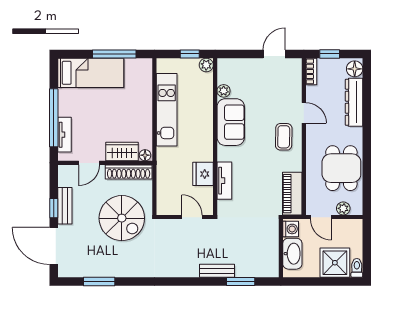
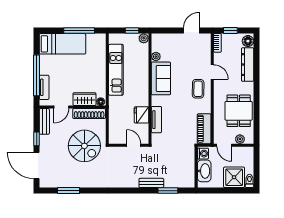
bench: (65, 206) -> (44, 121), moved

